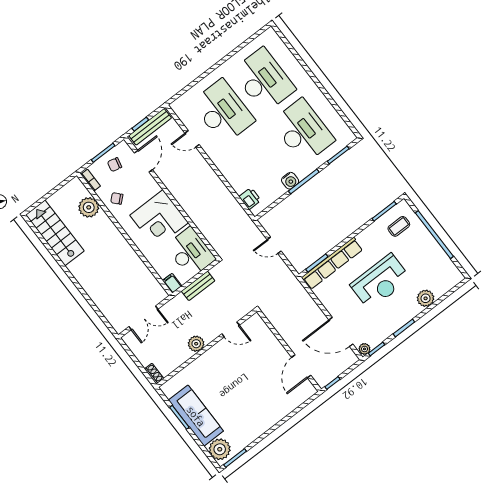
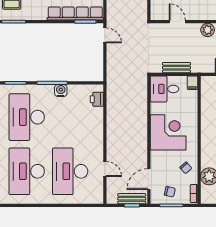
bench: (150, 127) -> (132, 199), width x0.73
door: (274, 245) -> (105, 35), moved
desk: (190, 253) -> (164, 89), width x0.73

